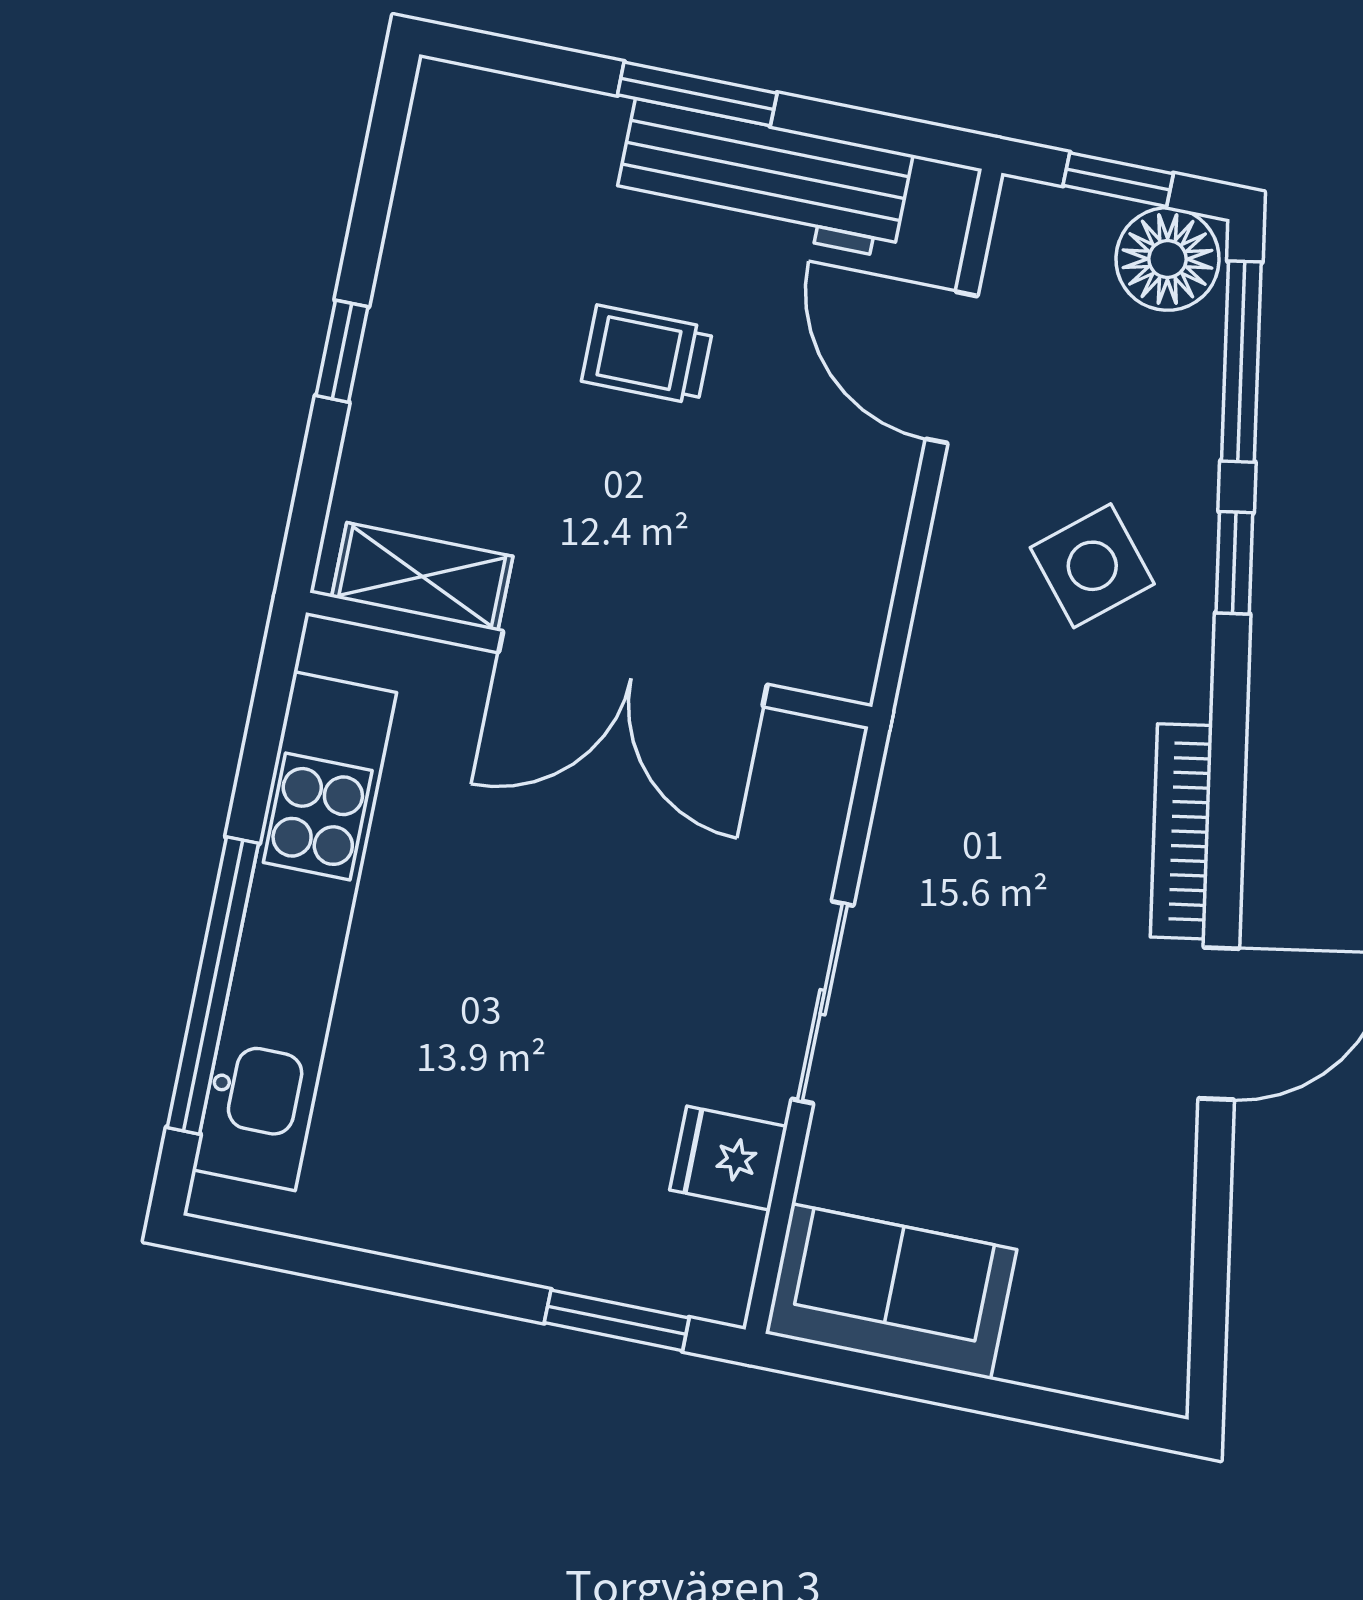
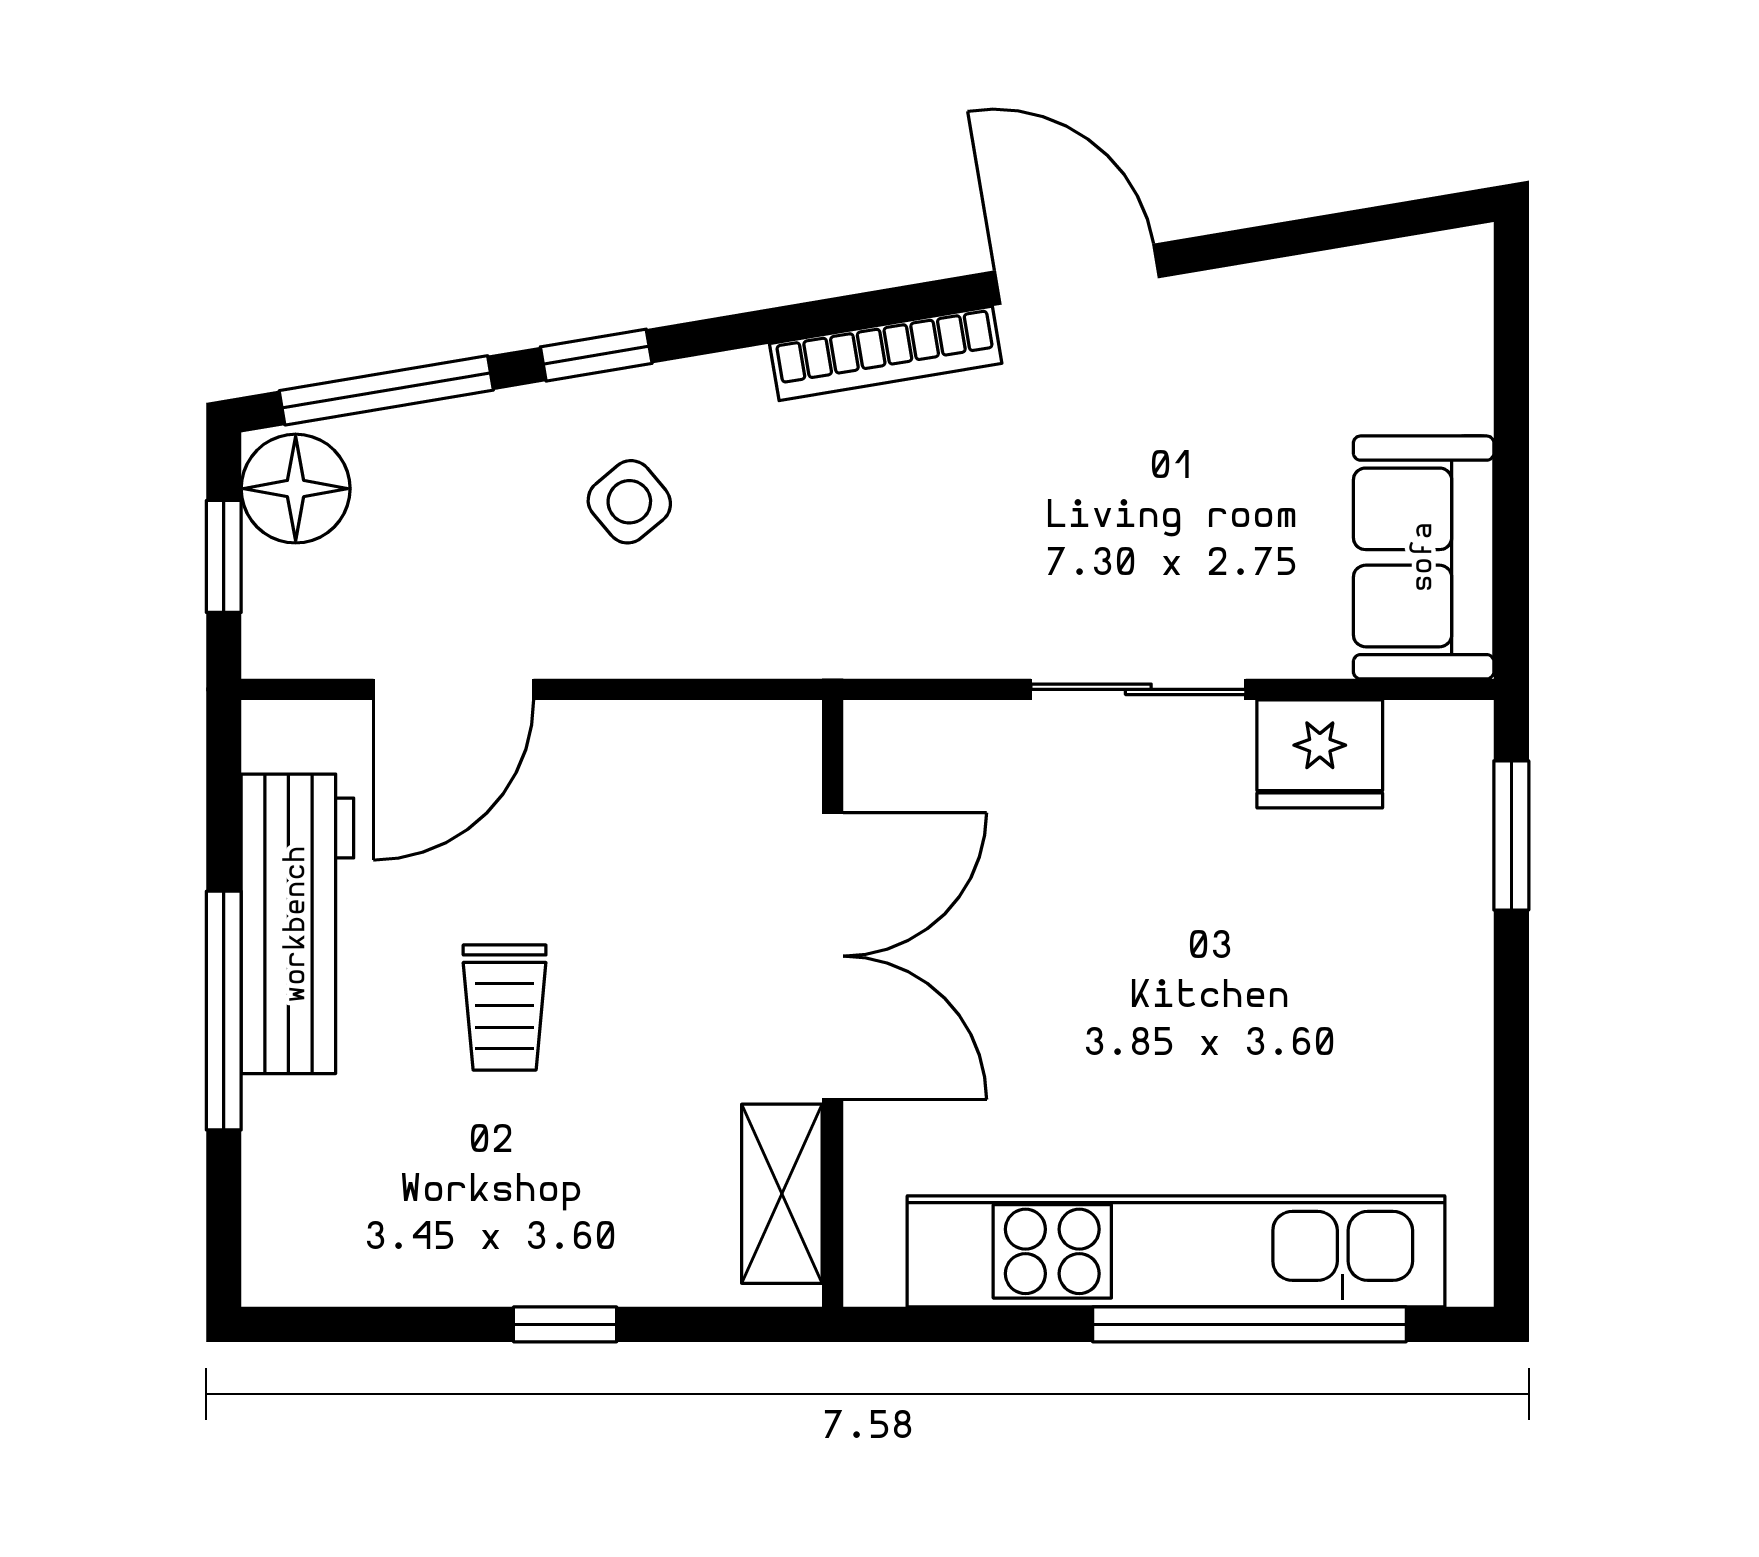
window: (697, 94) -> (224, 1011), width x1.44
side table: (1092, 566) -> (629, 502), width x0.73, depth x0.73
fridge: (728, 1158) -> (1320, 754), width x1.38

